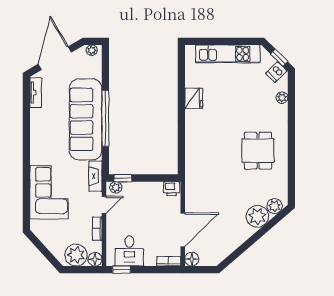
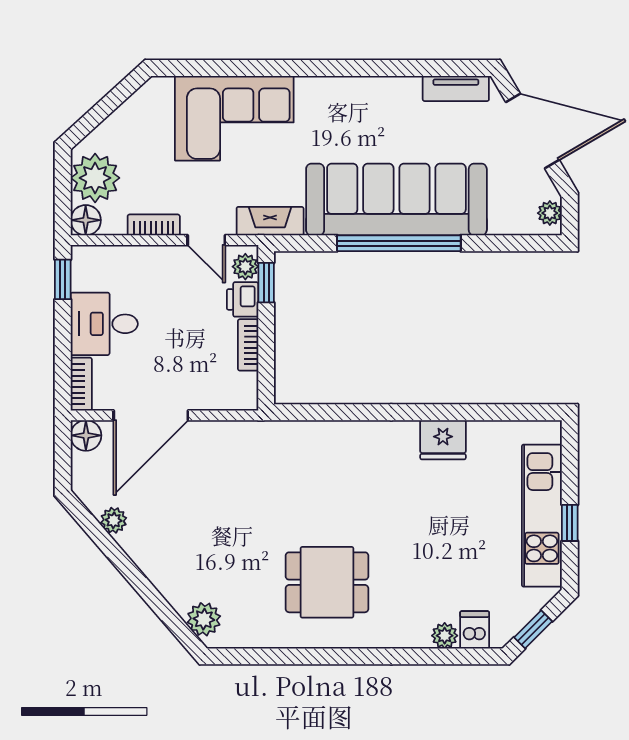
window: (231, 41) -> (570, 523), added
dishwasher: (276, 72) -> (475, 630), moved, turned 45
bookcase: (151, 186) -> (248, 345), added
printer: (172, 189) -> (243, 299), moved
plant: (257, 216) -> (114, 520), moved, width x0.53, depth x0.53
door: (183, 230) -> (151, 415), hinge flipped
desk: (129, 251) -> (104, 324), moved

